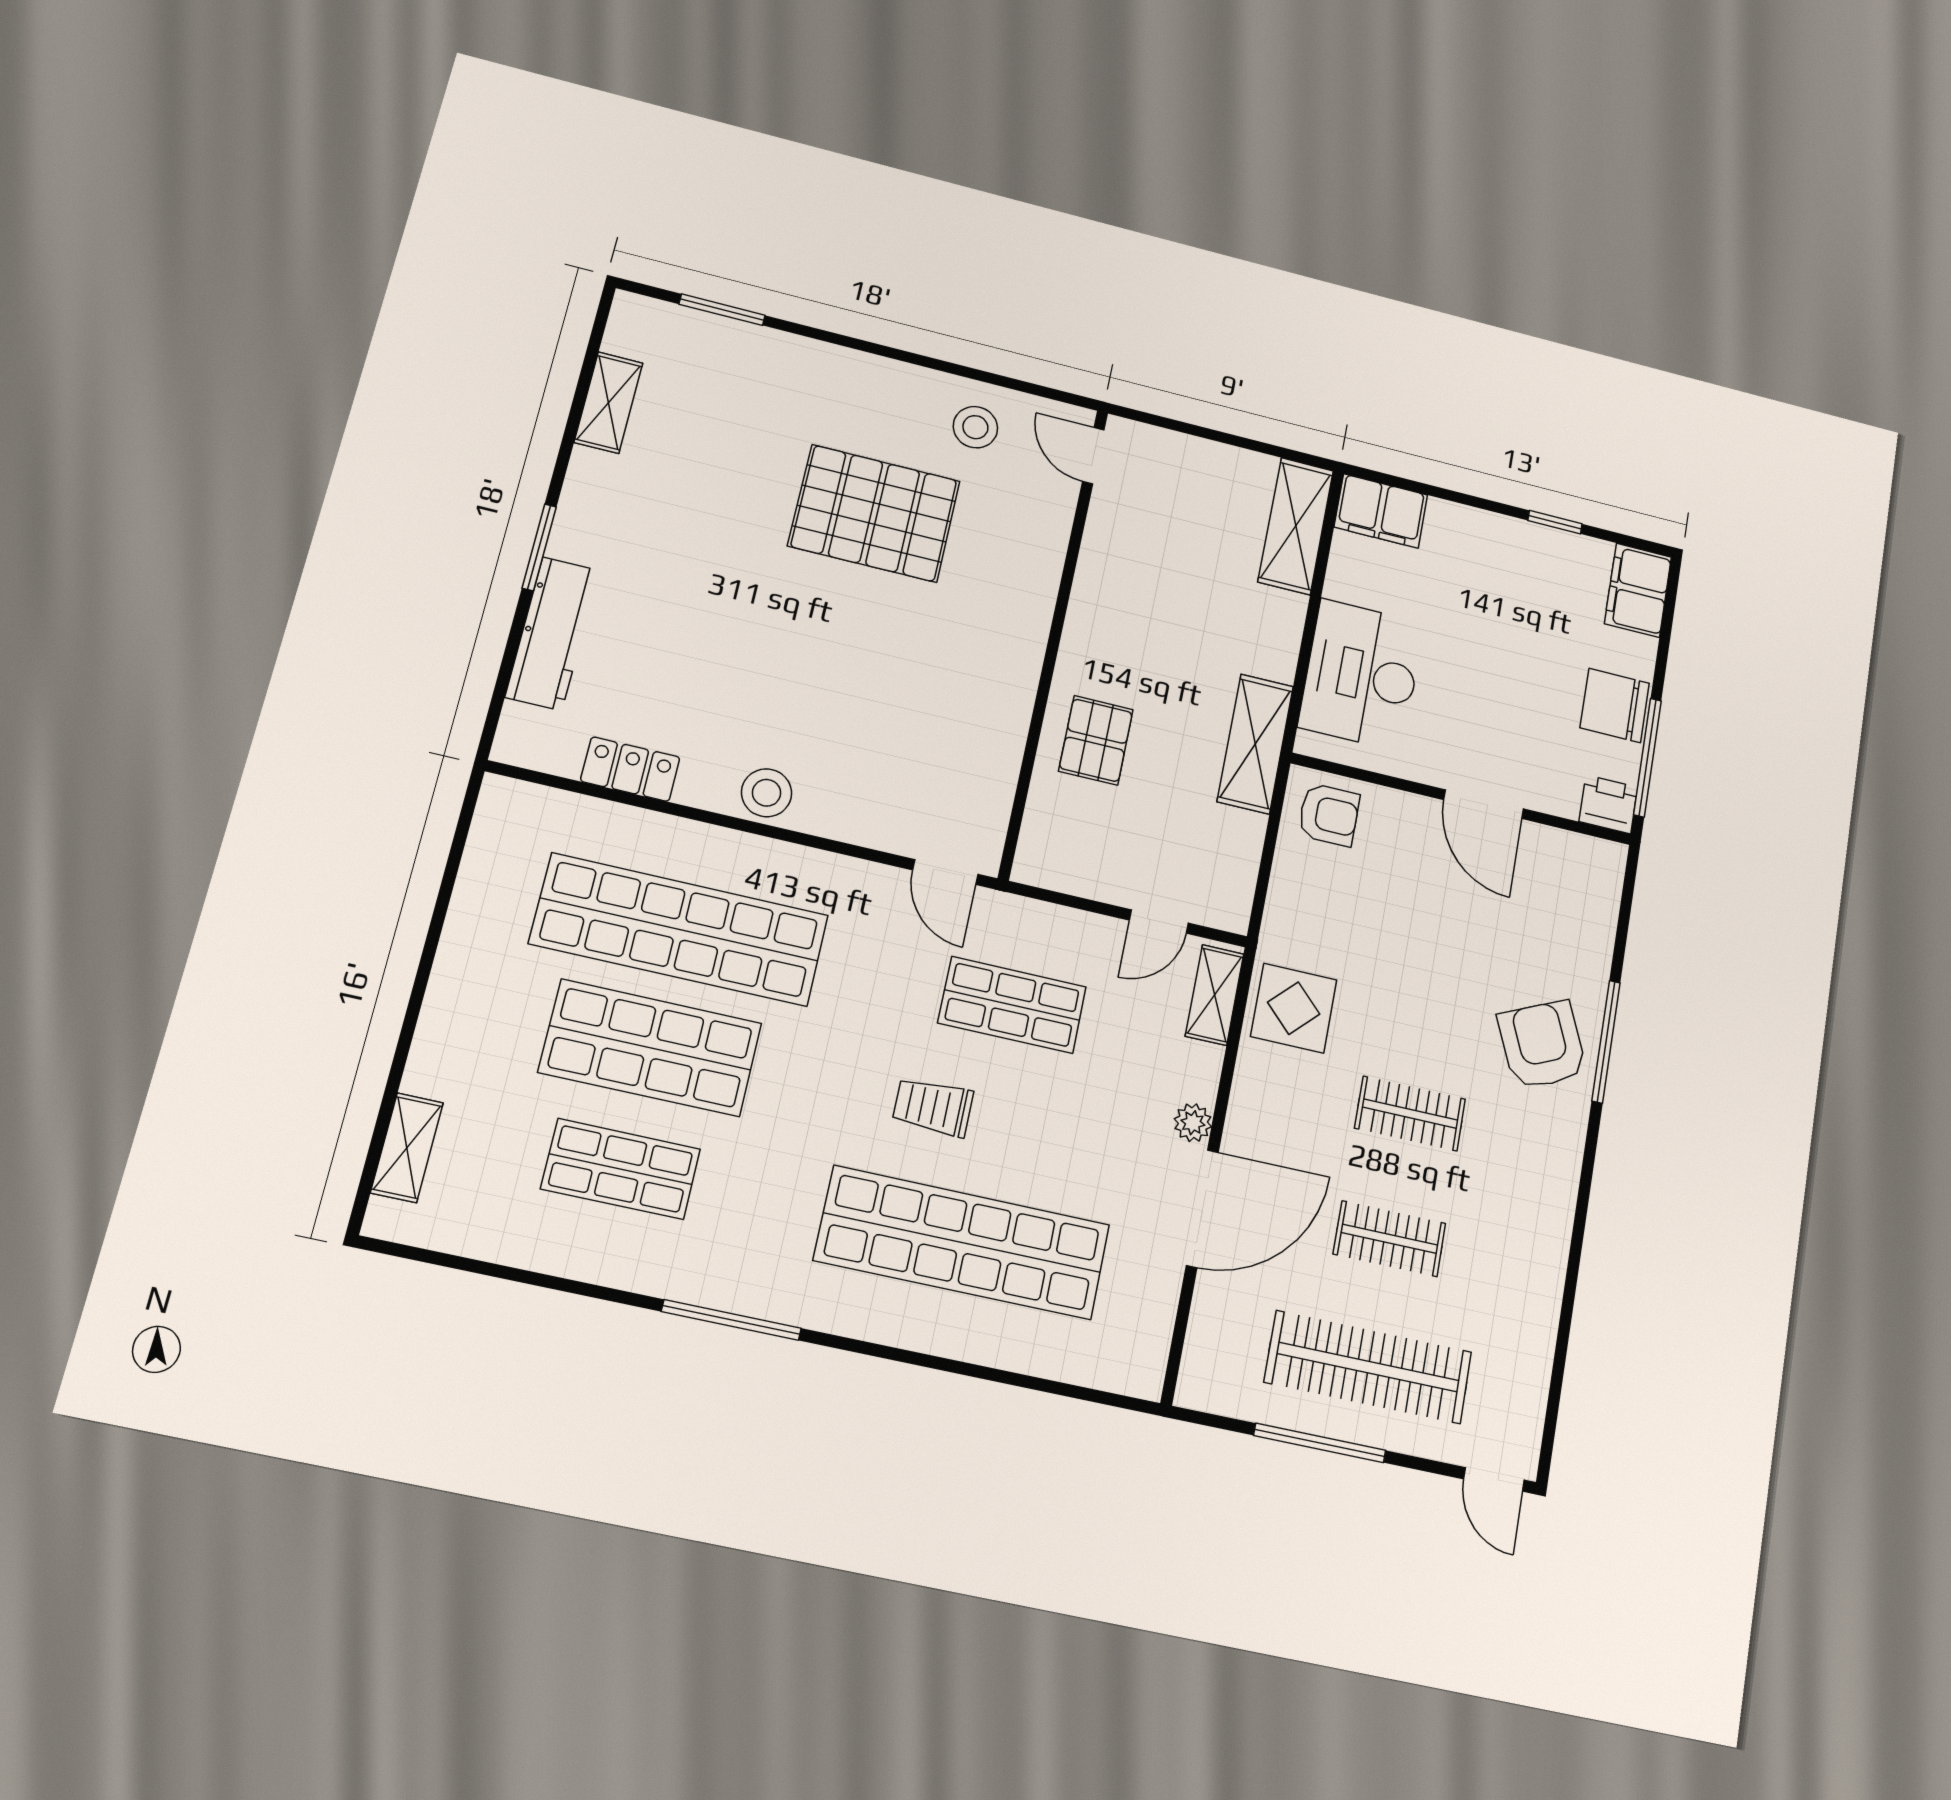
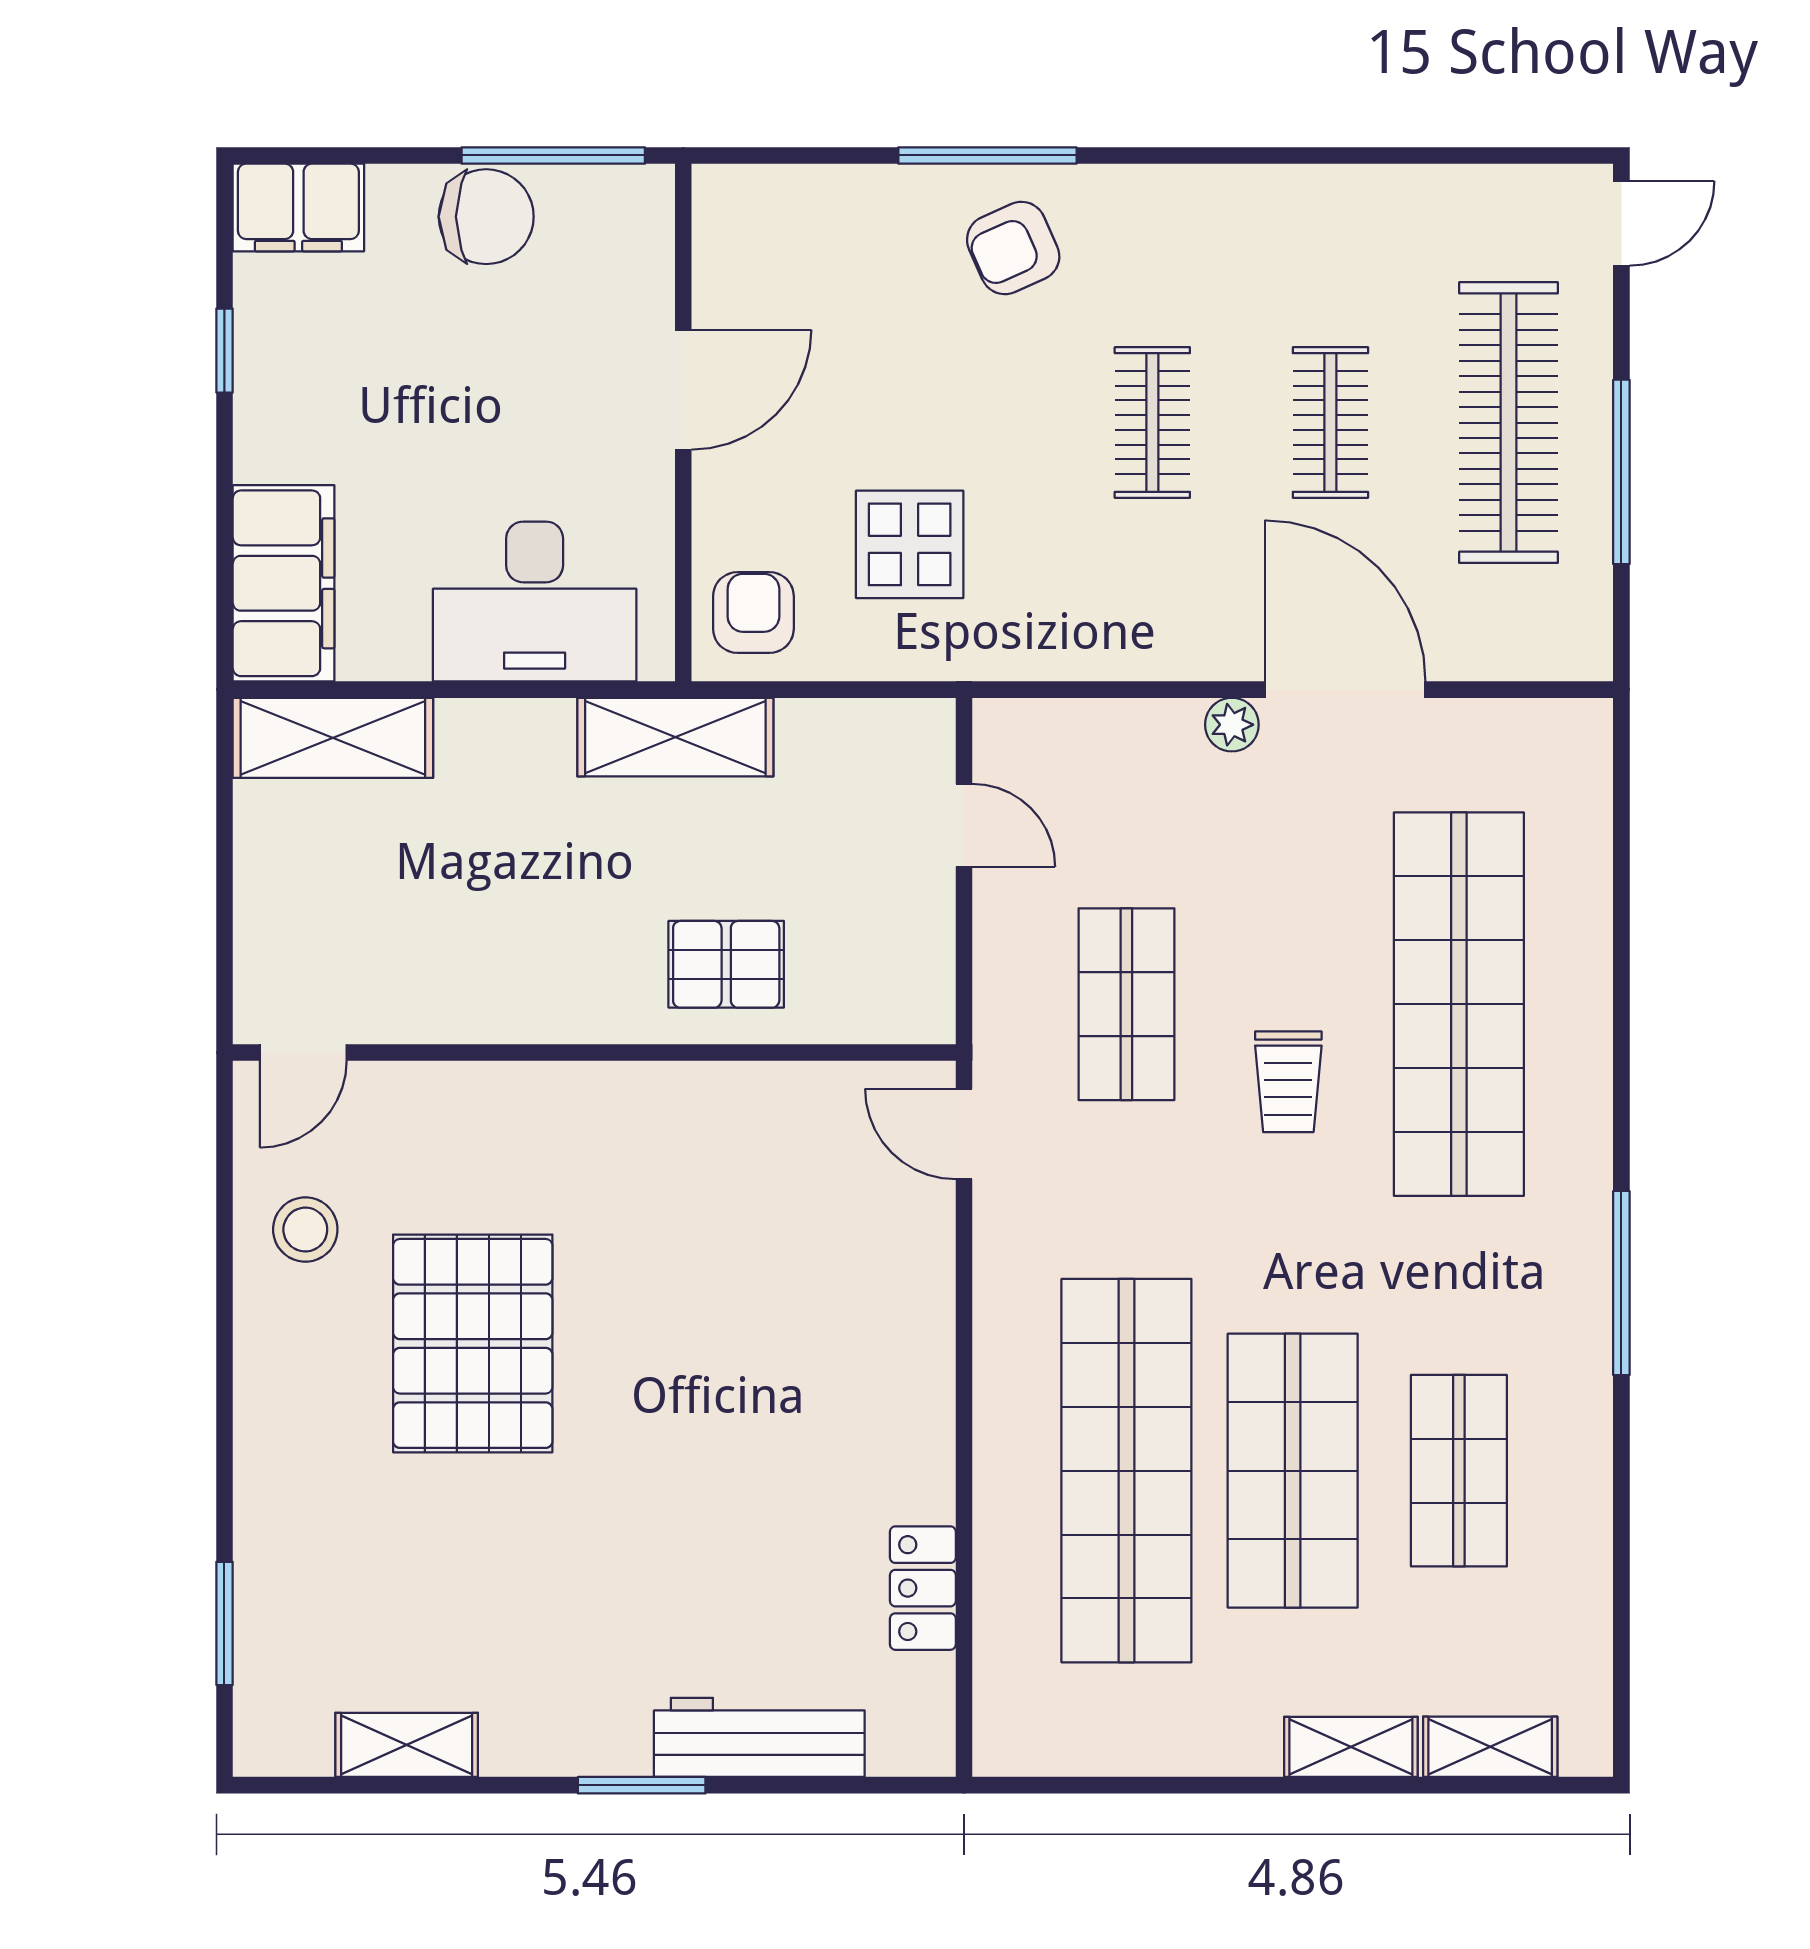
filing cabinet: (1381, 511) -> (284, 583), width x1.50, depth x1.17
chair: (1615, 705) -> (486, 217), turned -90
stool: (767, 793) -> (912, 1400), removed
printer: (1608, 804) -> (638, 204), removed
door: (945, 872) -> (964, 1134), swing flipped
shelving: (1215, 995) -> (1351, 1747), moved
display table: (1294, 1008) -> (910, 544), moved
armchair: (1542, 1045) -> (1013, 248), width x0.72, depth x0.72

